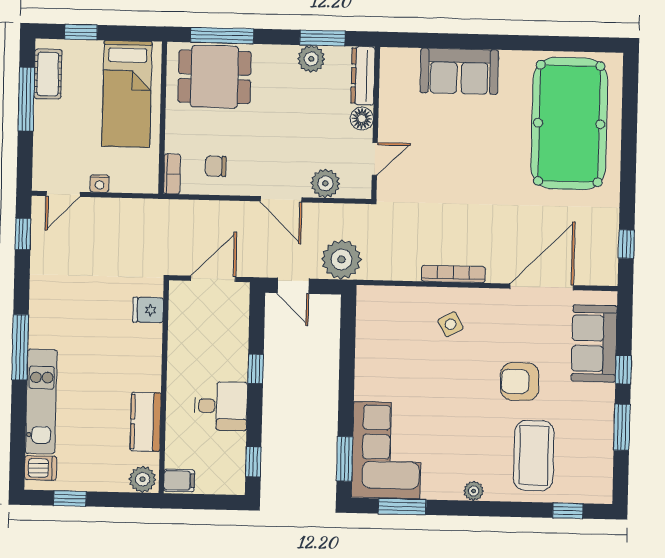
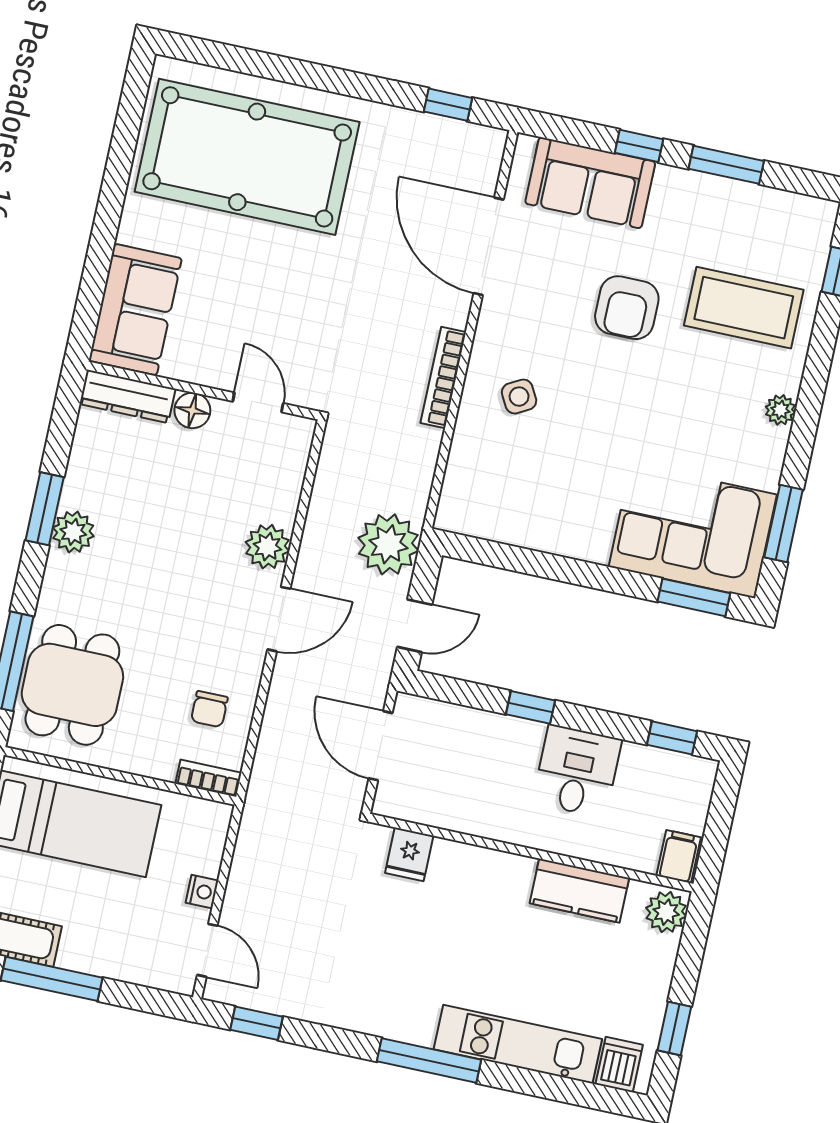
dresser: (363, 76) -> (127, 396), moved
floor lamp: (362, 118) -> (192, 410), moved
wall: (376, 123) -> (203, 391), moved
door: (375, 159) -> (258, 402), moved

